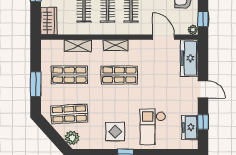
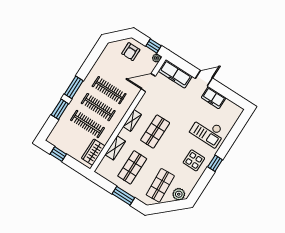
wardrobe: (49, 21) -> (93, 152), moved, turned -90
window: (203, 122) -> (227, 93), removed
freezer: (190, 127) -> (214, 98), moved

